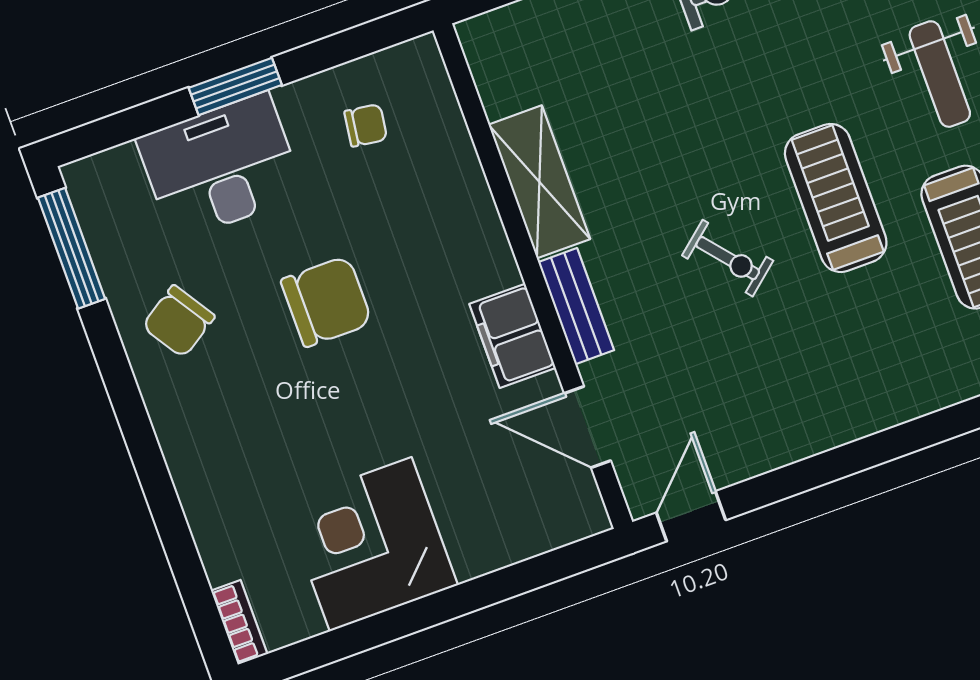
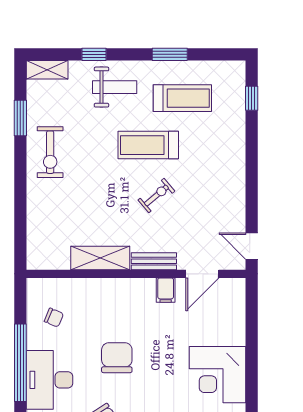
window: (235, 86) -> (20, 363), width x2.11
chair: (366, 125) -> (54, 318), turned 105
filing cabinet: (512, 336) -> (166, 290), width x0.50

